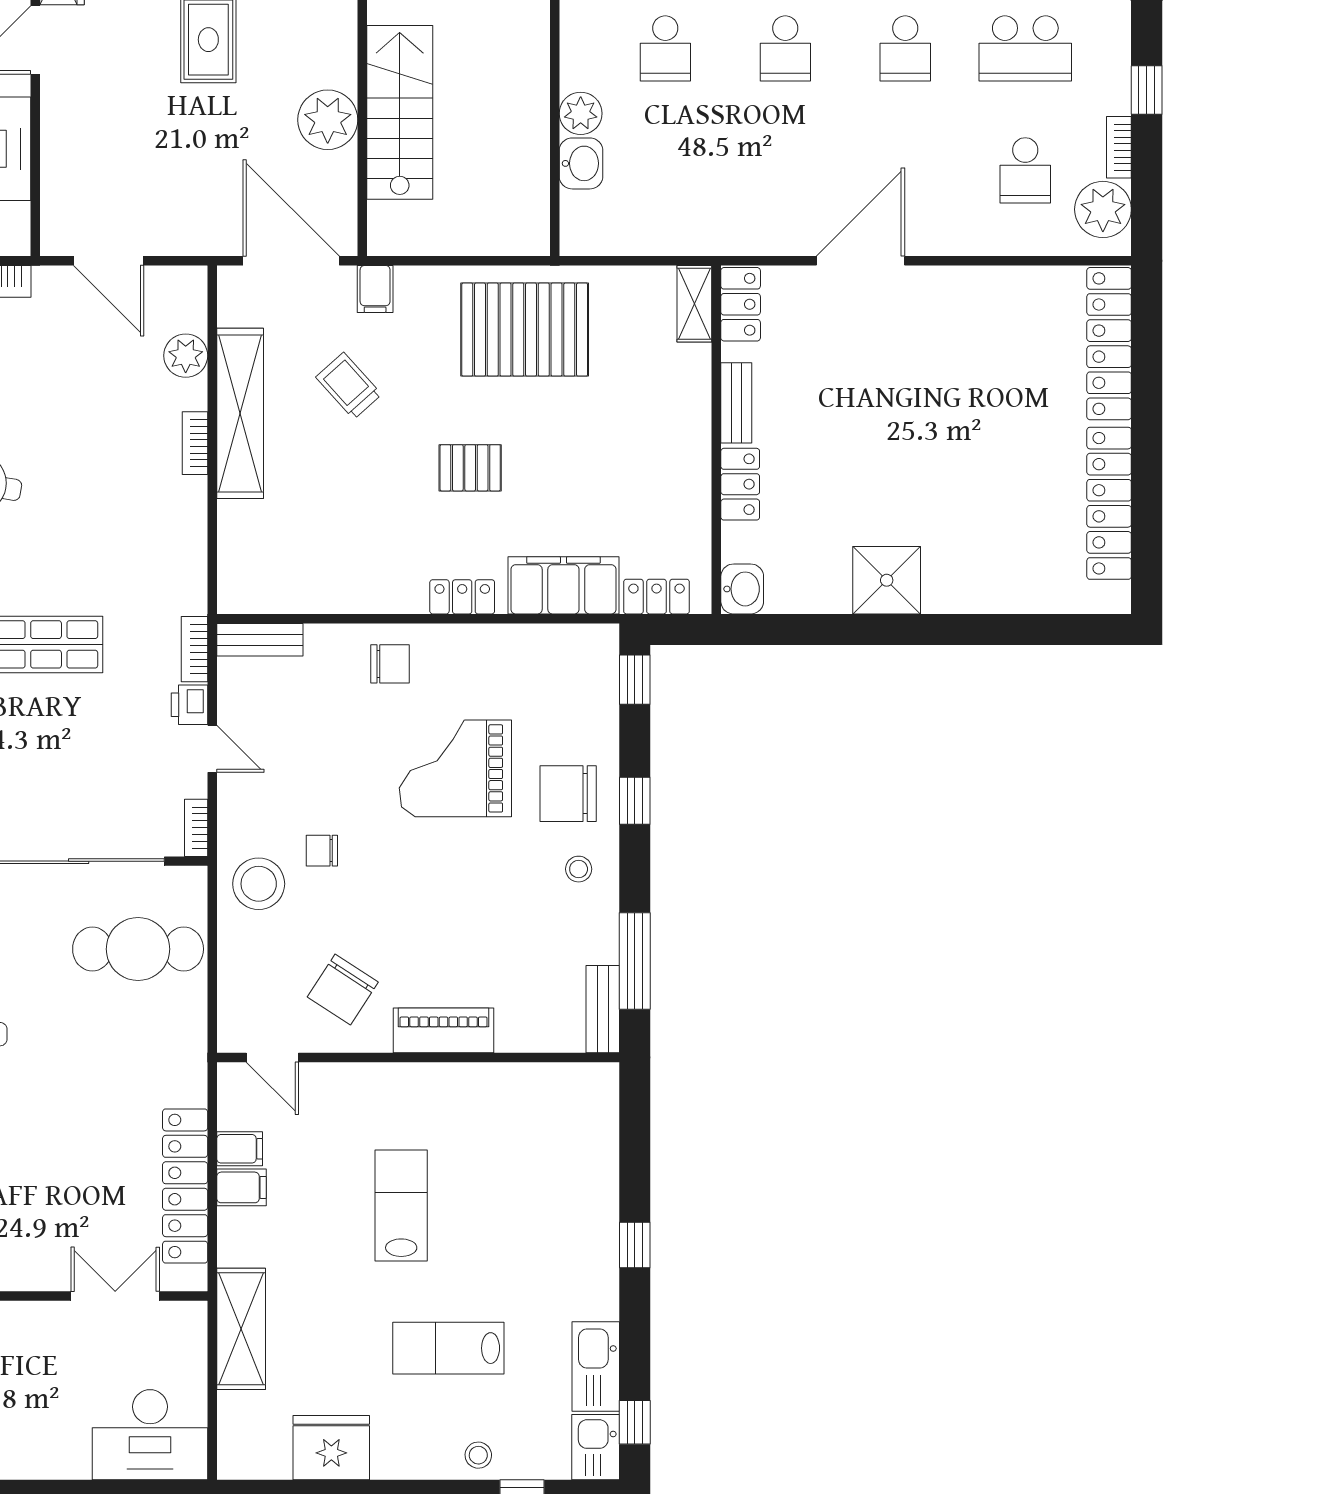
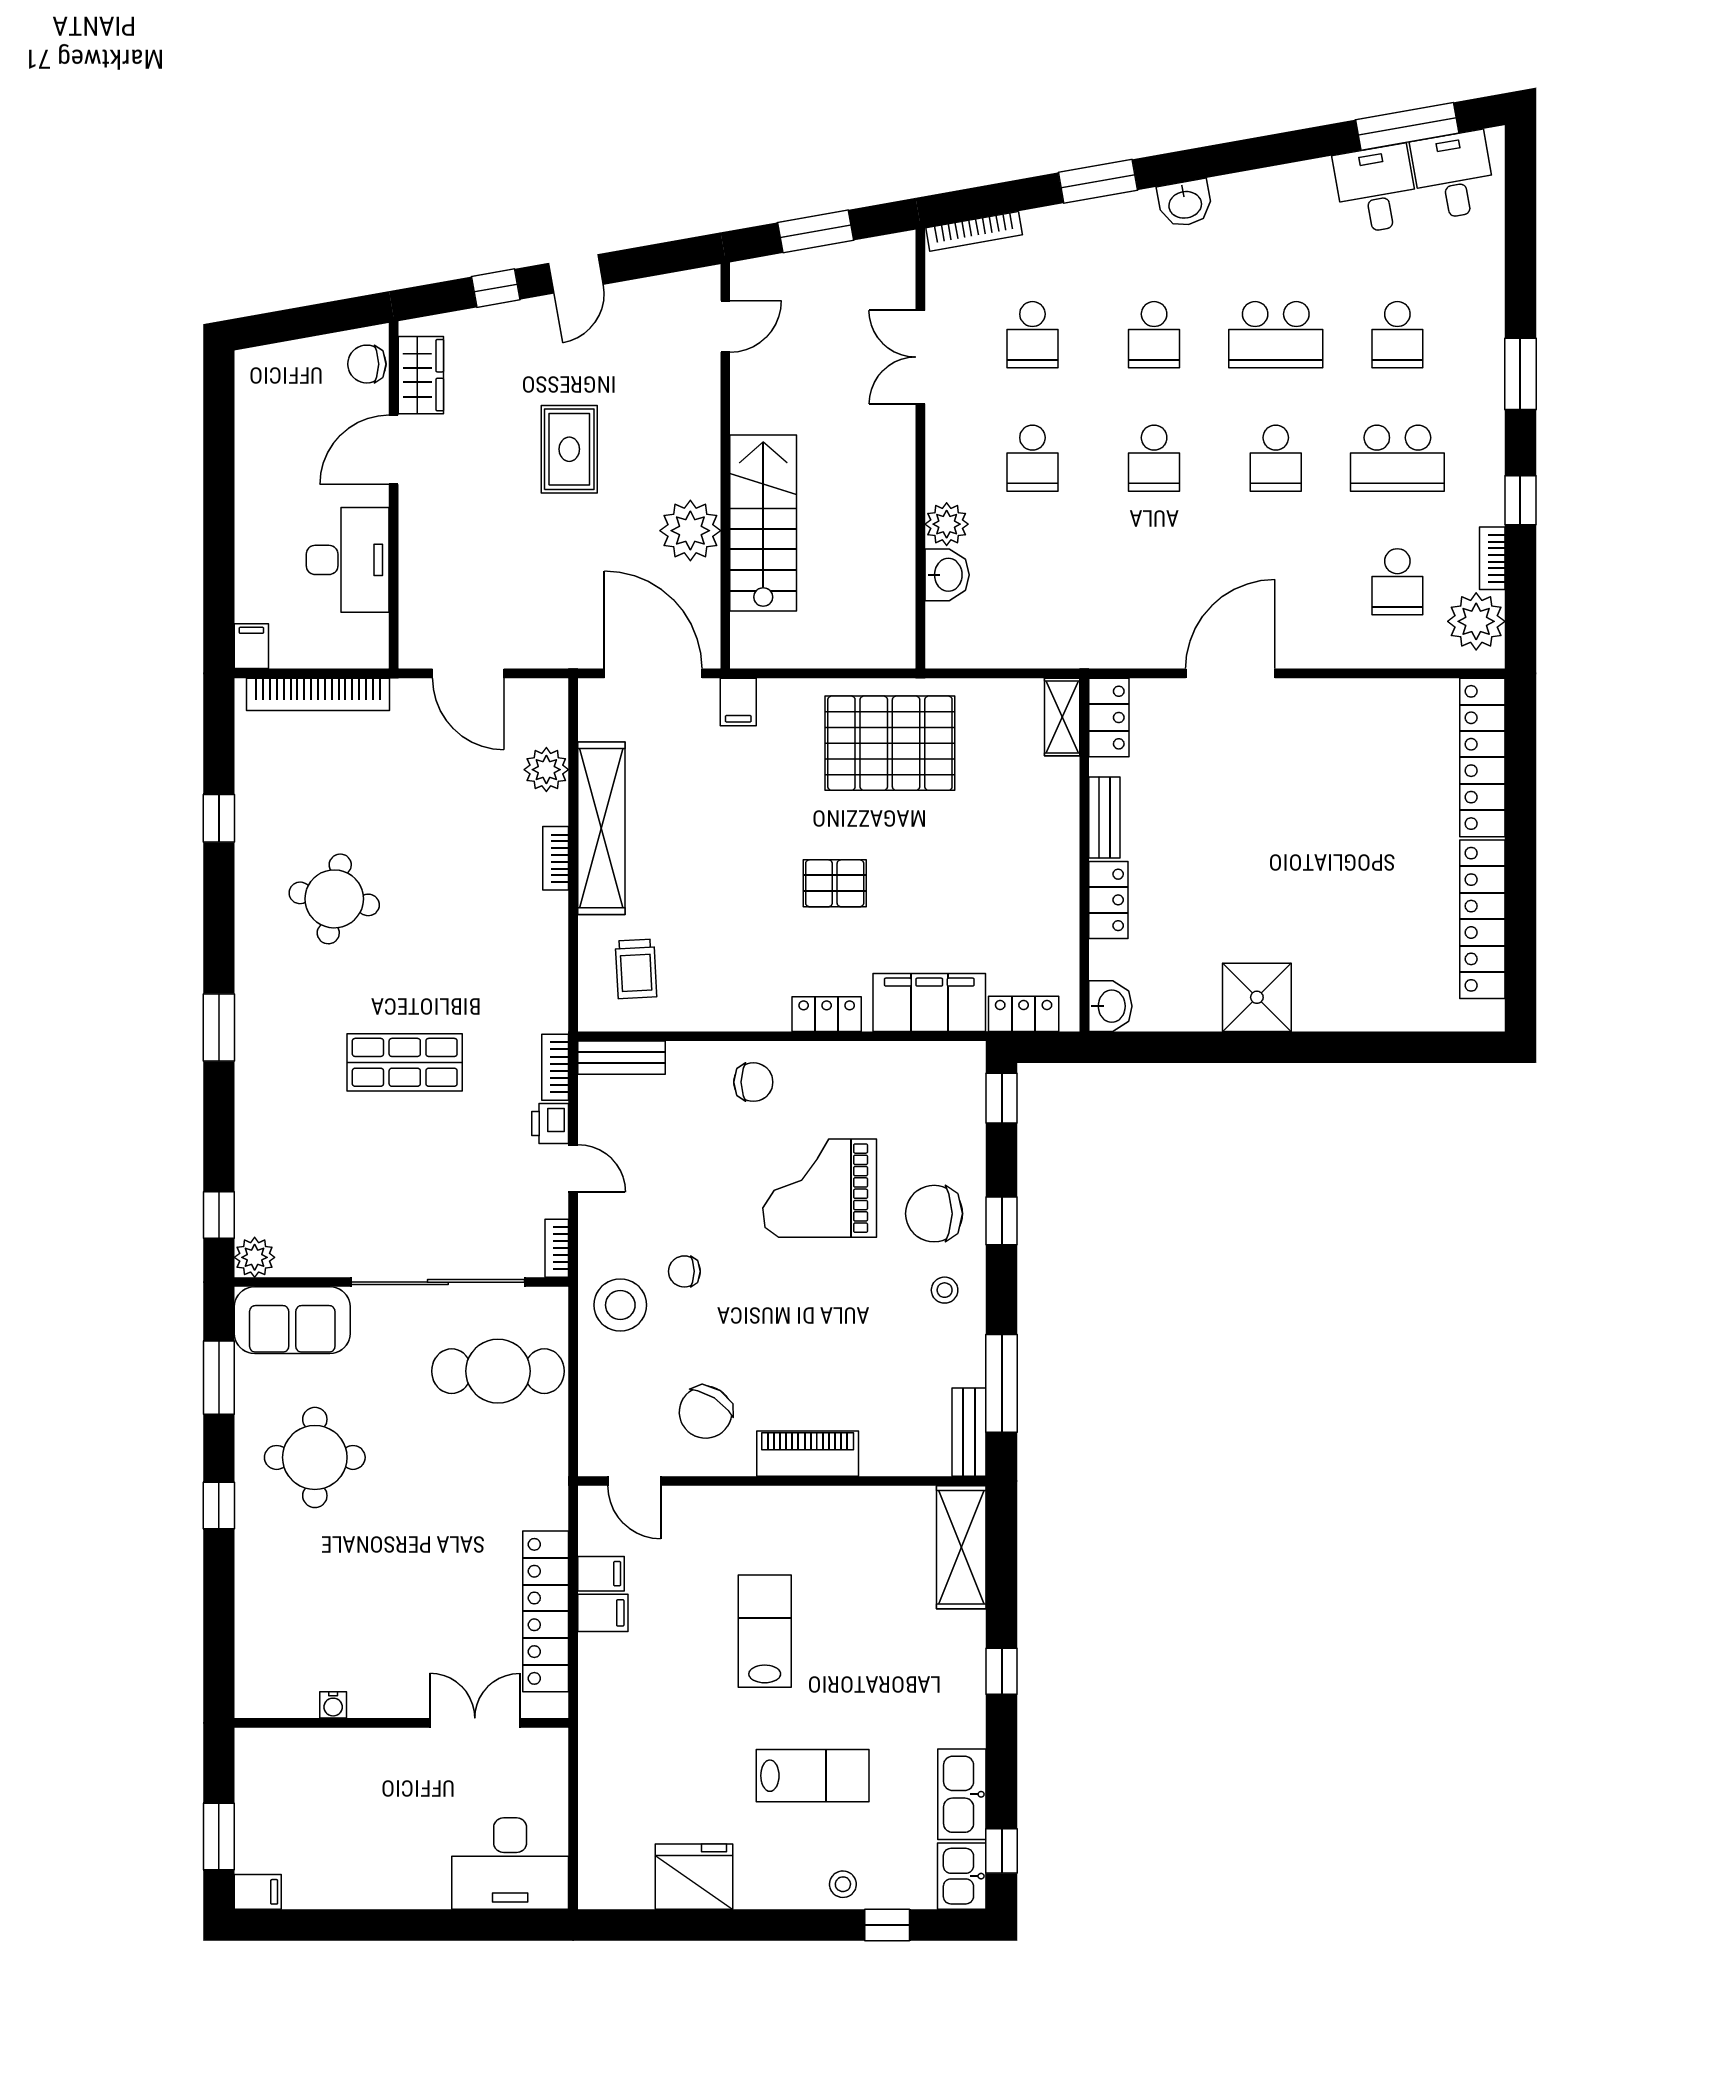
trolley: (349, 386) -> (636, 969), moved, turned -141
shelving: (241, 1329) -> (961, 1547), moved
lab bench: (448, 1348) -> (813, 1776), turned 180

